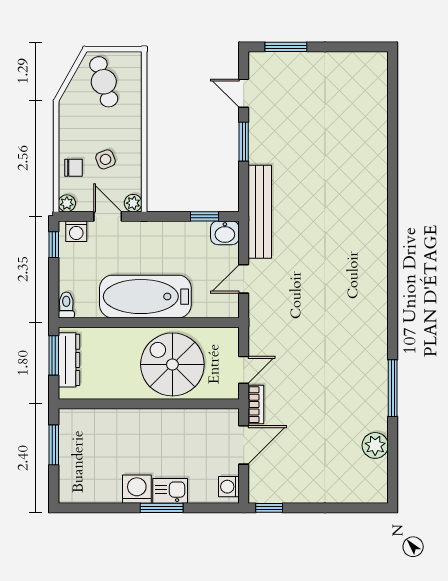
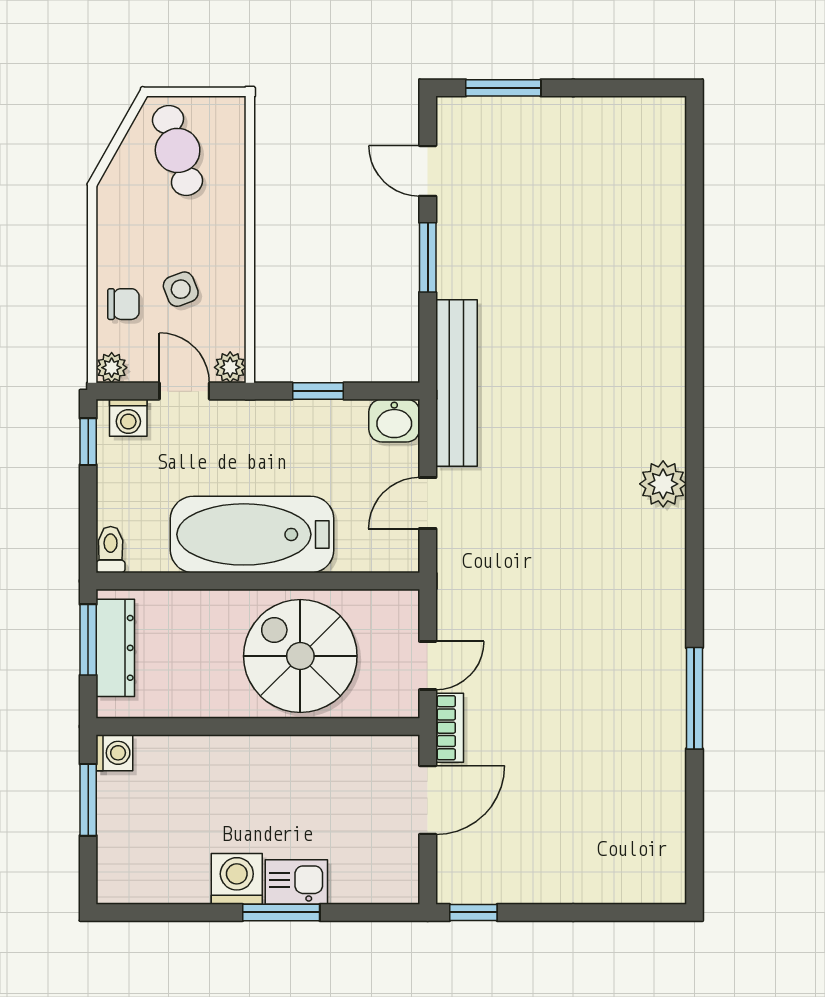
window: (205, 216) -> (318, 391), moved
plant: (375, 445) -> (663, 484), moved
washing machine: (229, 487) -> (114, 753), moved, turned 180

